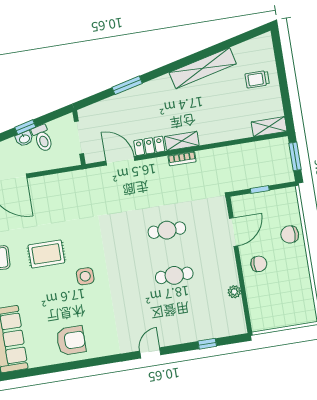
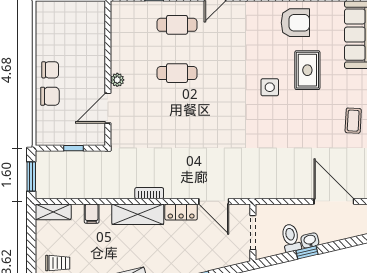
filing cabinet: (233, 131) -> (92, 214), added
shelving: (182, 141) -> (138, 214), width x1.50, depth x1.33
cafe table: (167, 230) -> (177, 25), moved
rug: (46, 254) -> (307, 70), moved, turned 90
chair: (259, 264) -> (50, 70), moved, turned 180
plant: (234, 292) -> (117, 80), moved
armchair: (71, 341) -> (295, 23), turned 180

